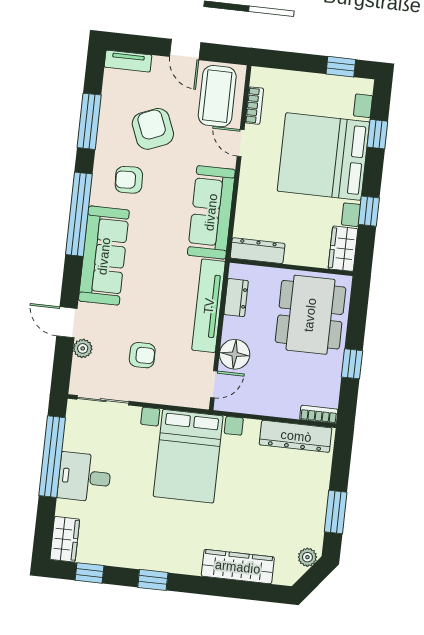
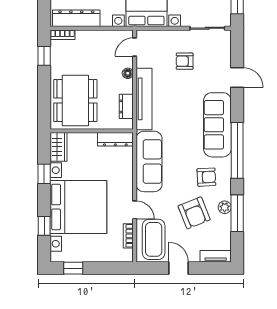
plant: (83, 348) -> (225, 207), moved
floor lamp: (235, 354) -> (128, 73), width x0.53, depth x0.53
window: (352, 364) -> (44, 56), moved

